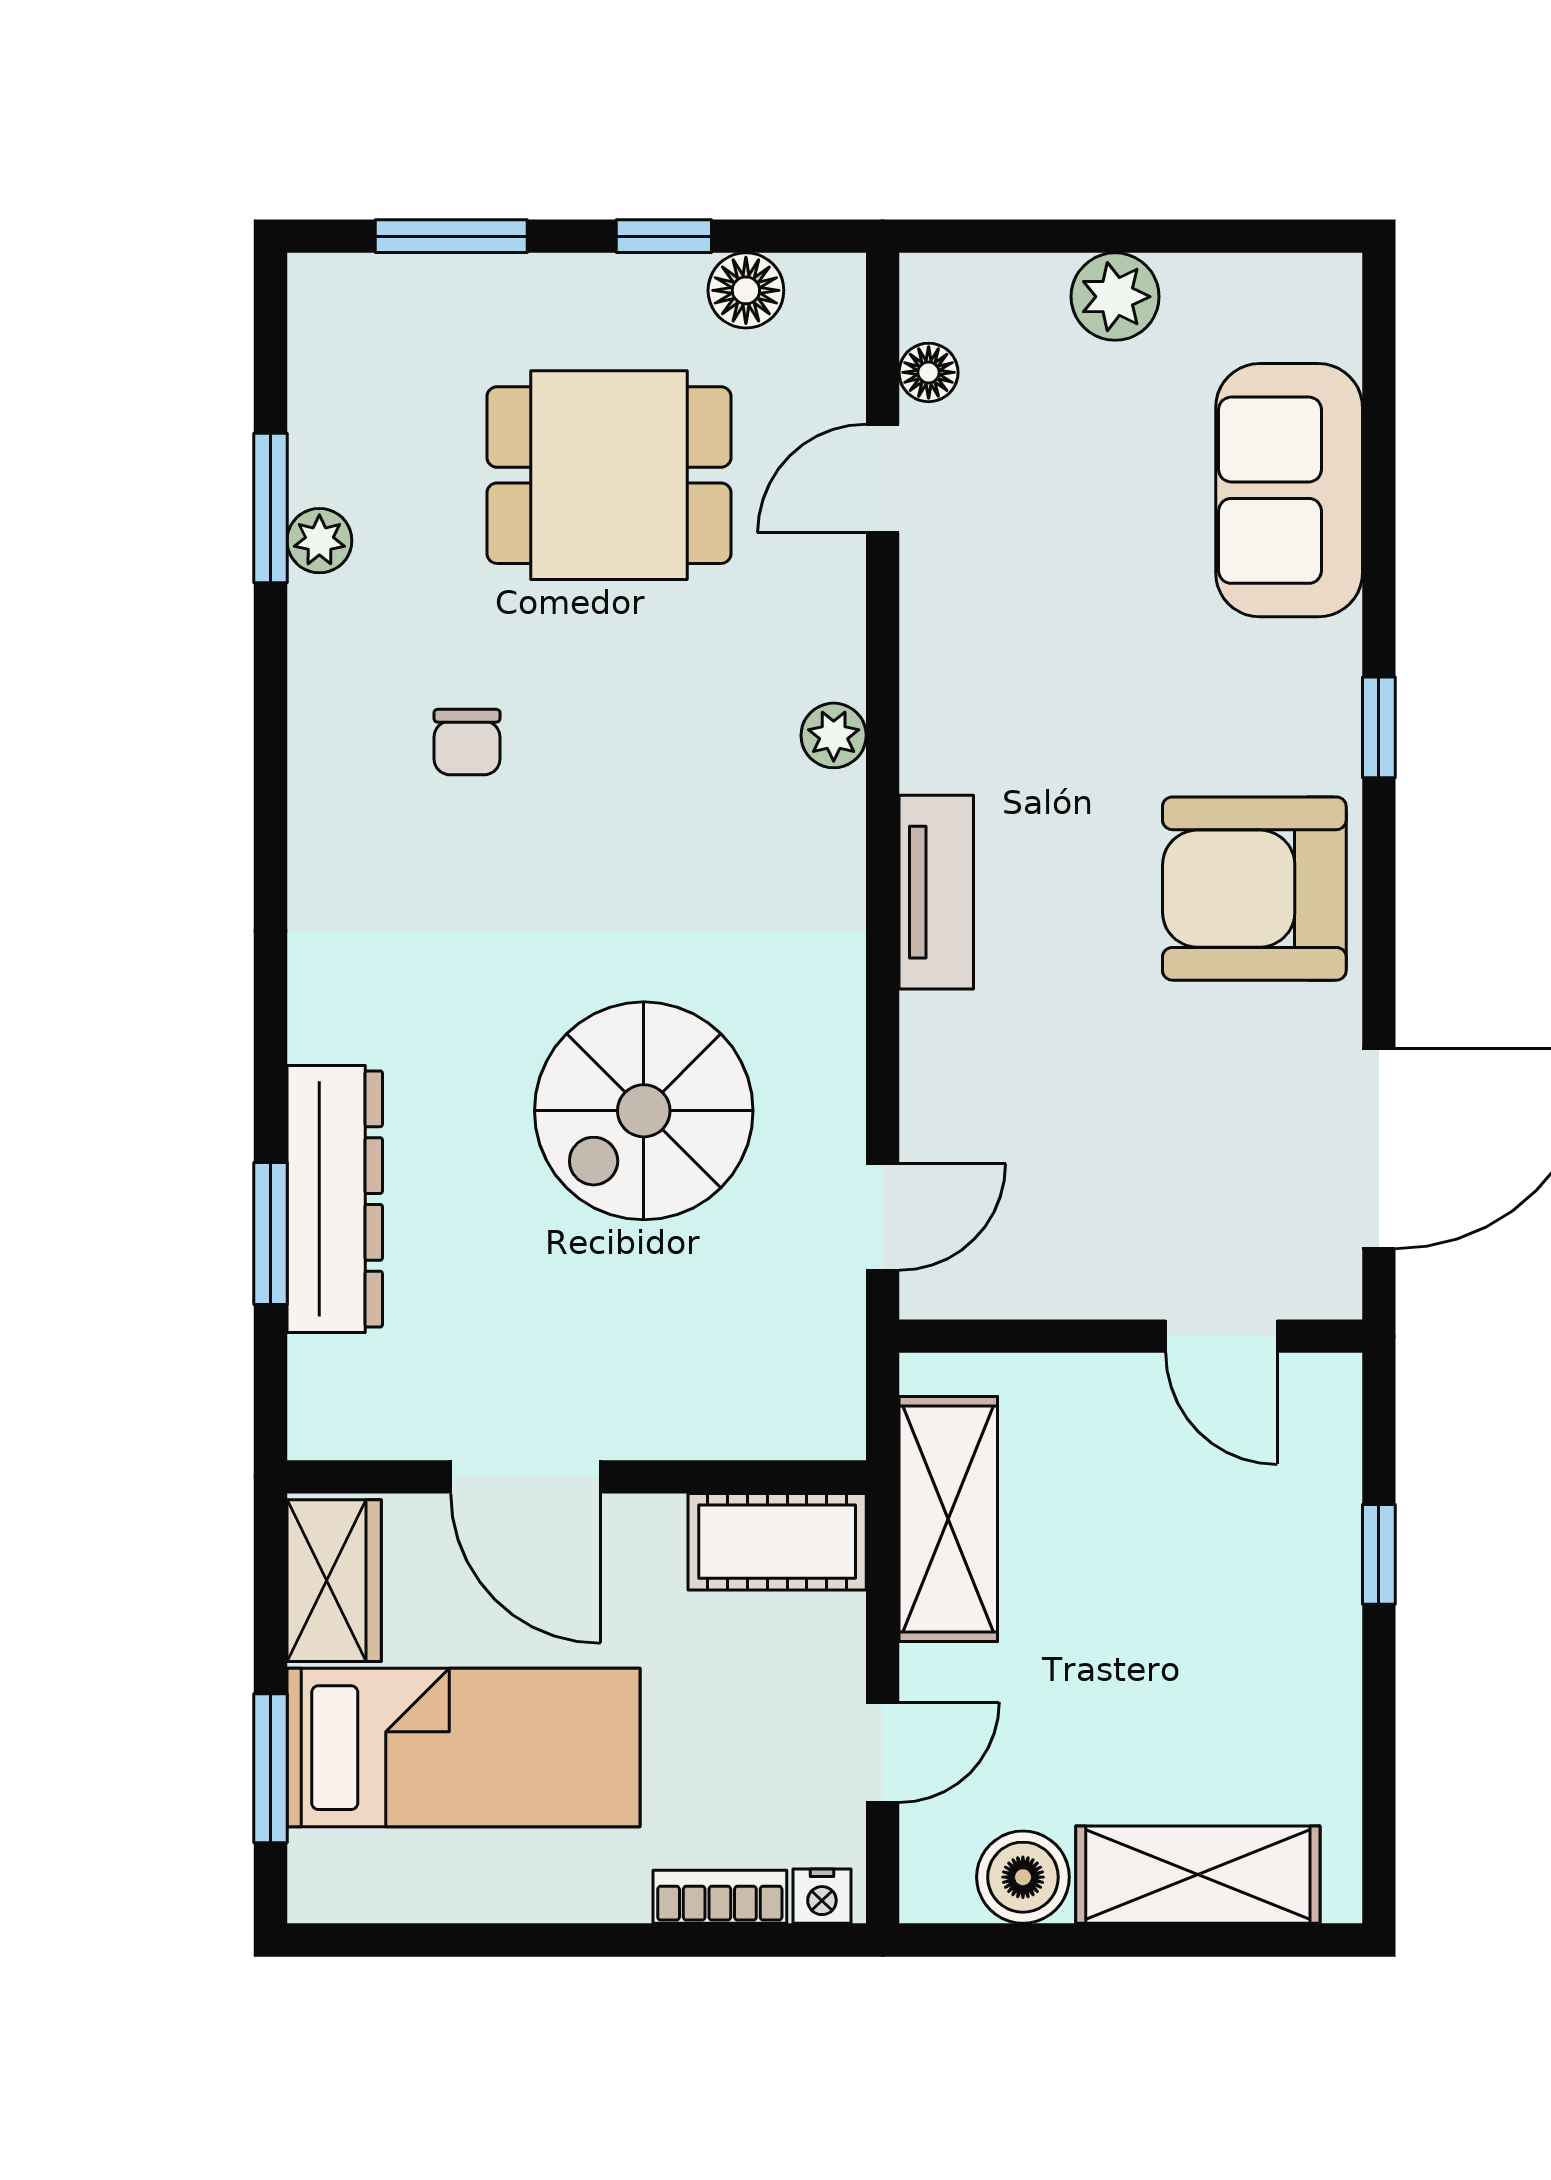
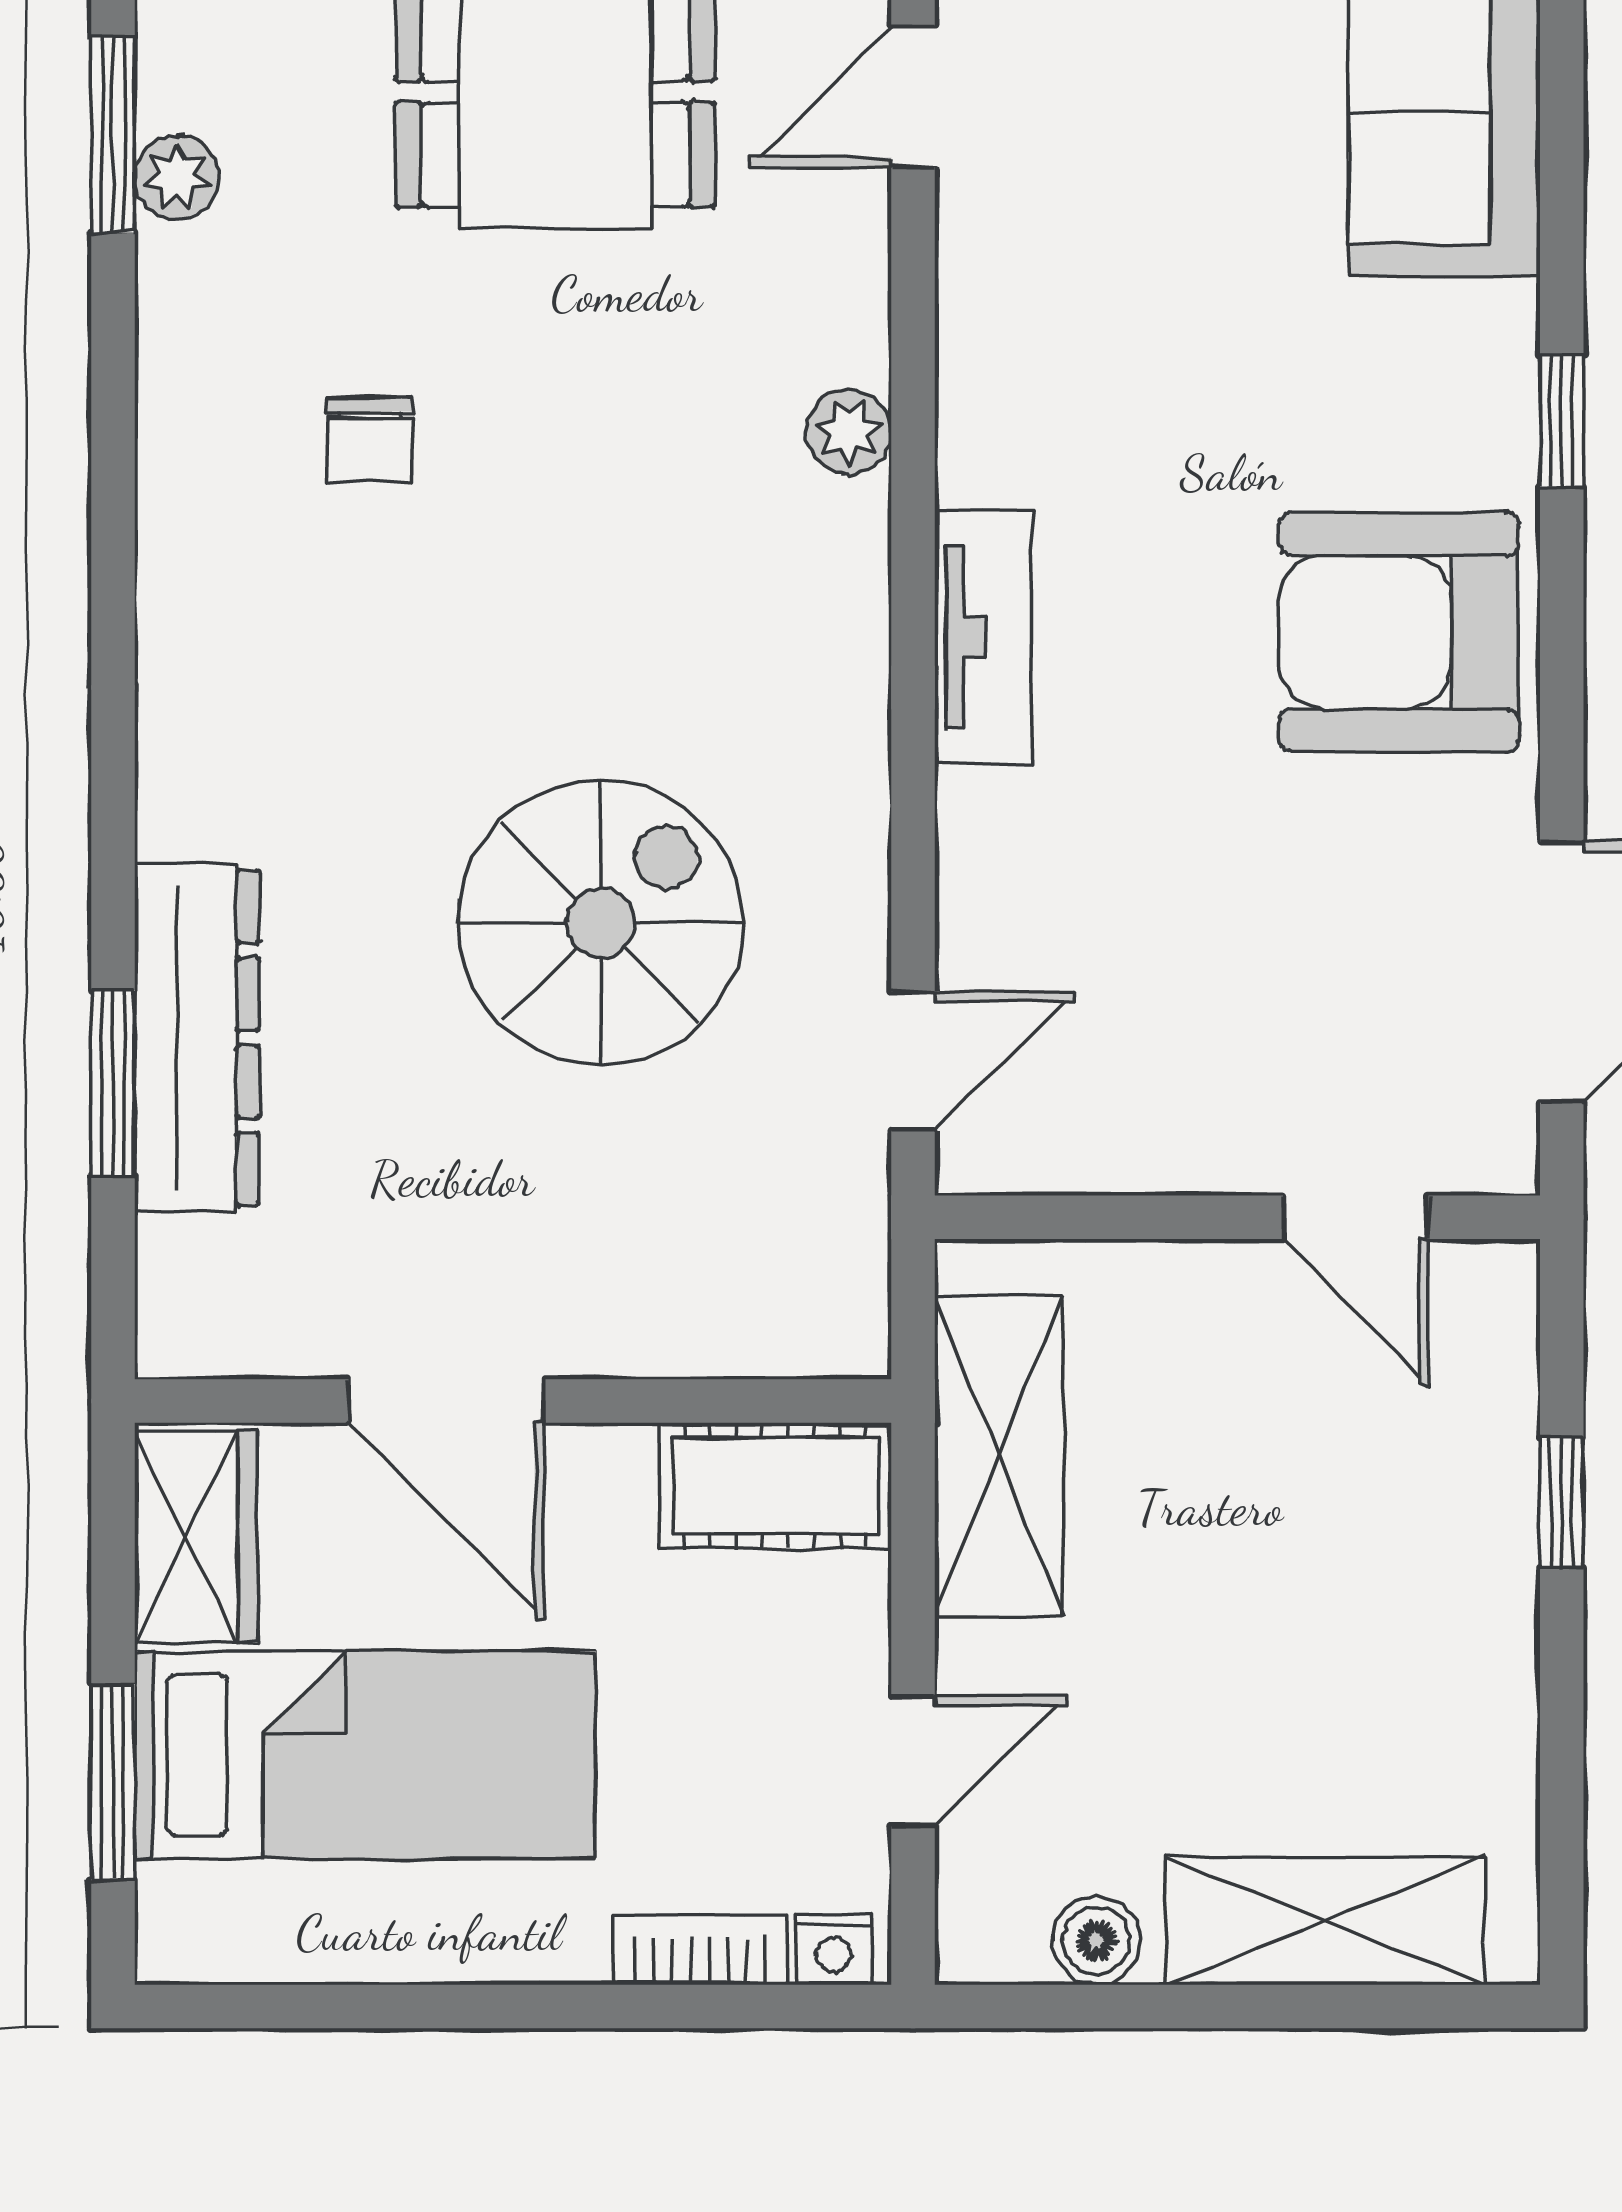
spiral stairs: (644, 1111) -> (601, 923), turned 180
boiler: (1023, 1877) -> (1096, 1940), width x0.73, depth x0.73

